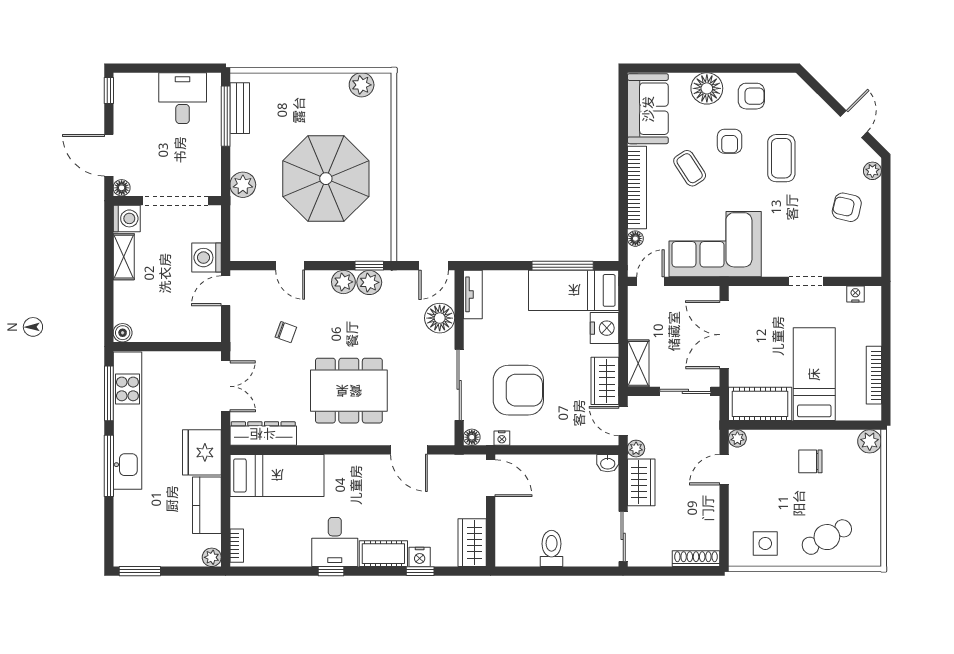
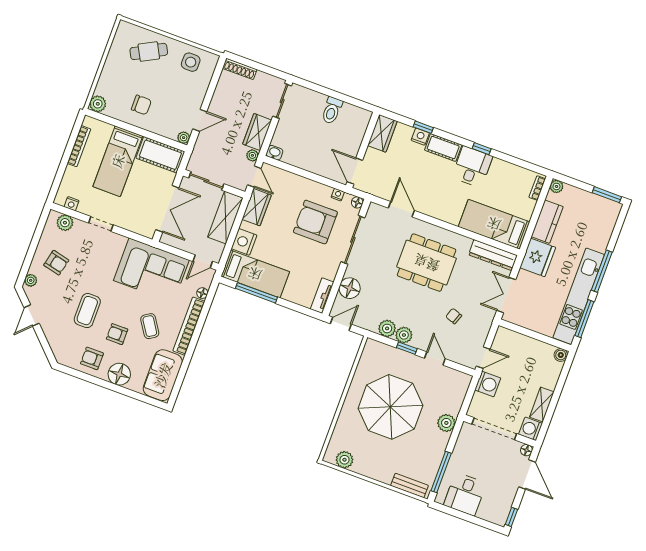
bench: (240, 108) -> (410, 486), moved, turned 90
armchair: (730, 141) -> (117, 334), turned -90
plant: (855, 265) -> (65, 223), added
window: (369, 266) -> (407, 348), moved
shelving: (638, 363) -> (225, 218), width x1.50, depth x1.33

